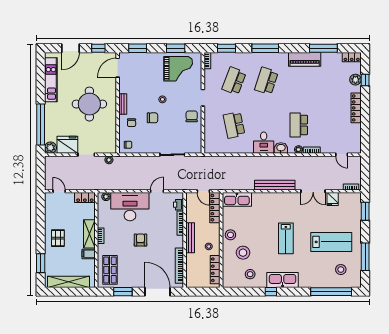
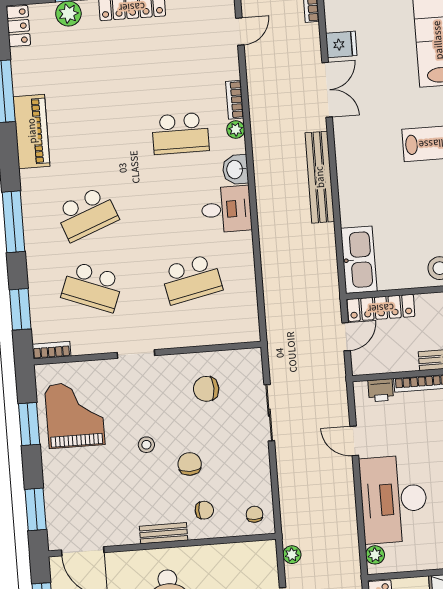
school desk: (266, 81) -> (87, 214), turned -39
chair: (192, 116) -> (206, 389), moved

